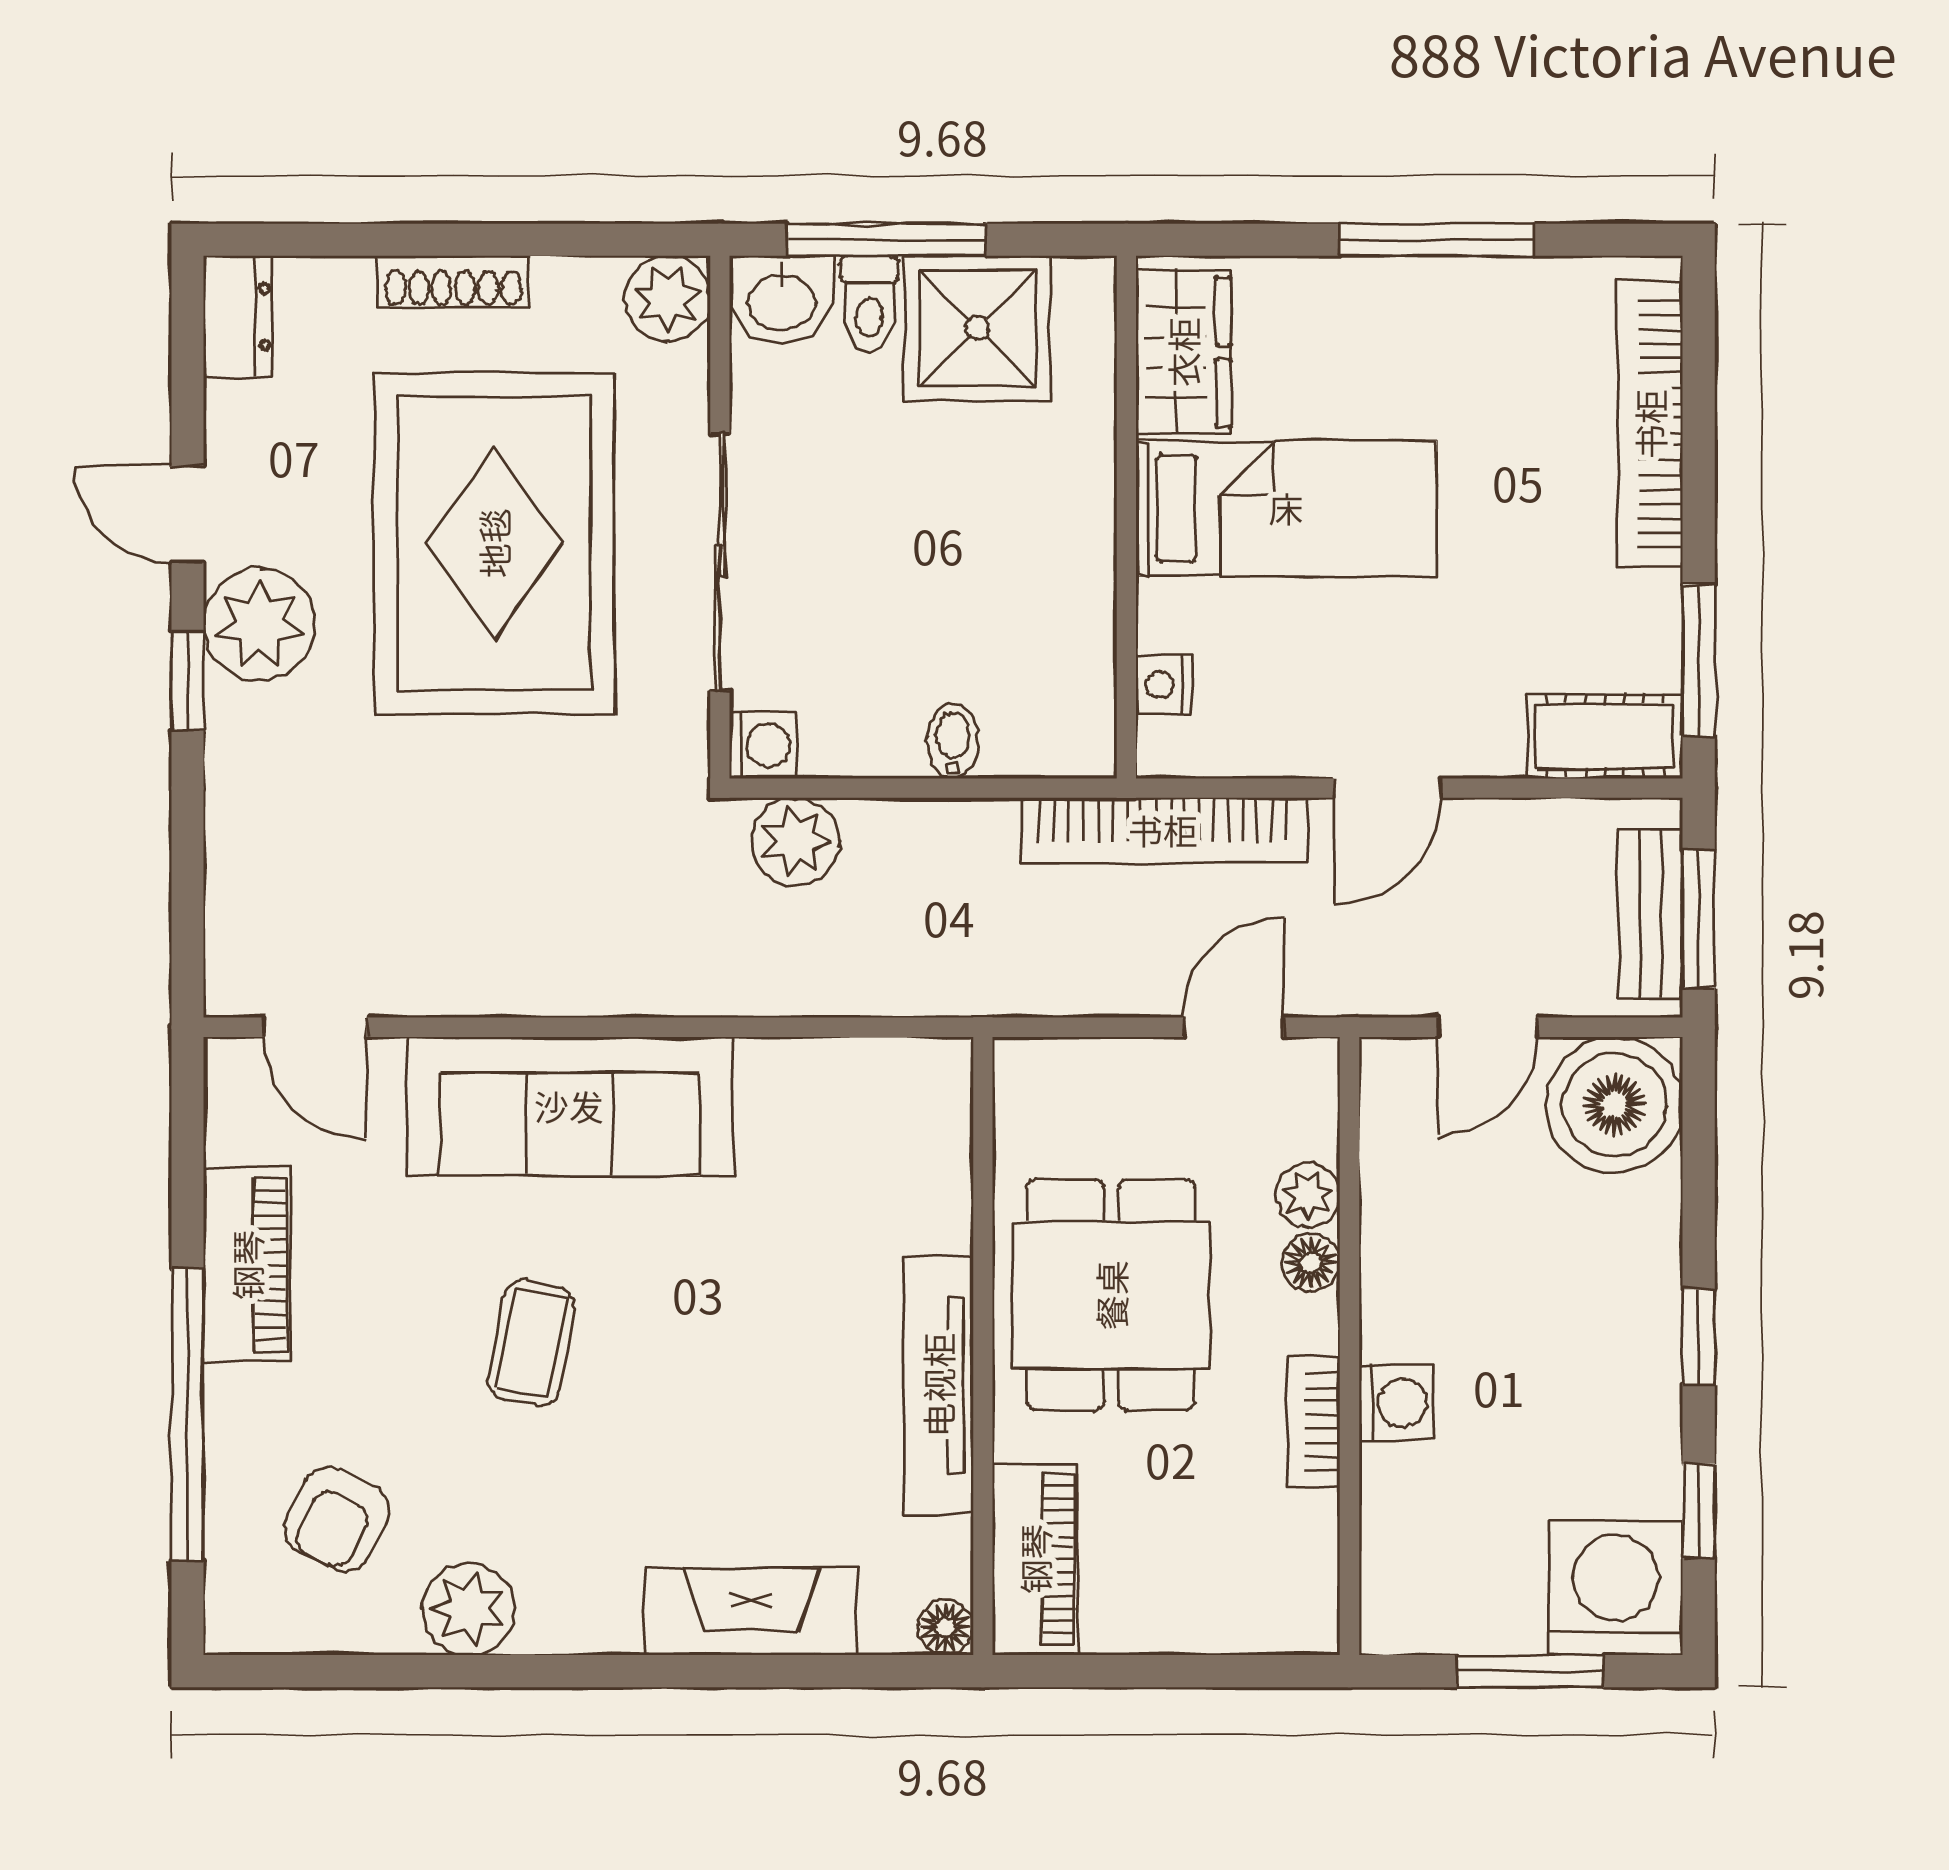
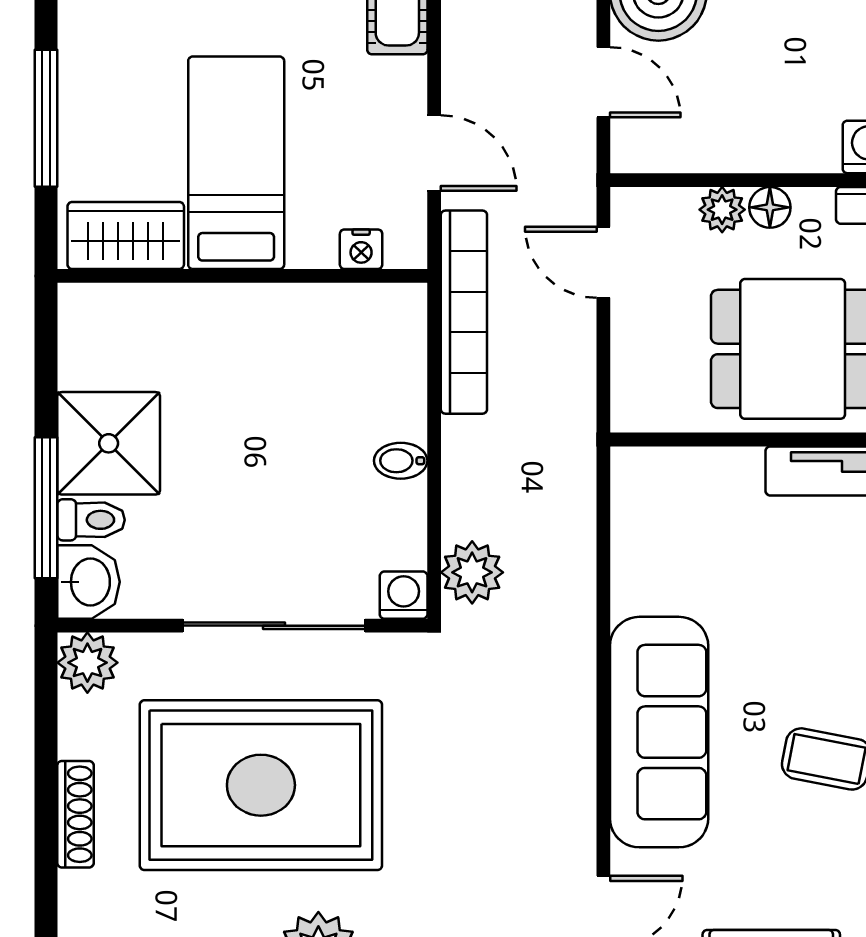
wardrobe: (1183, 352) -> (126, 235), moved
bed: (1286, 508) -> (236, 163), moved
wall: (1126, 517) -> (242, 276), moved
nightstand: (1164, 685) -> (361, 249), moved

